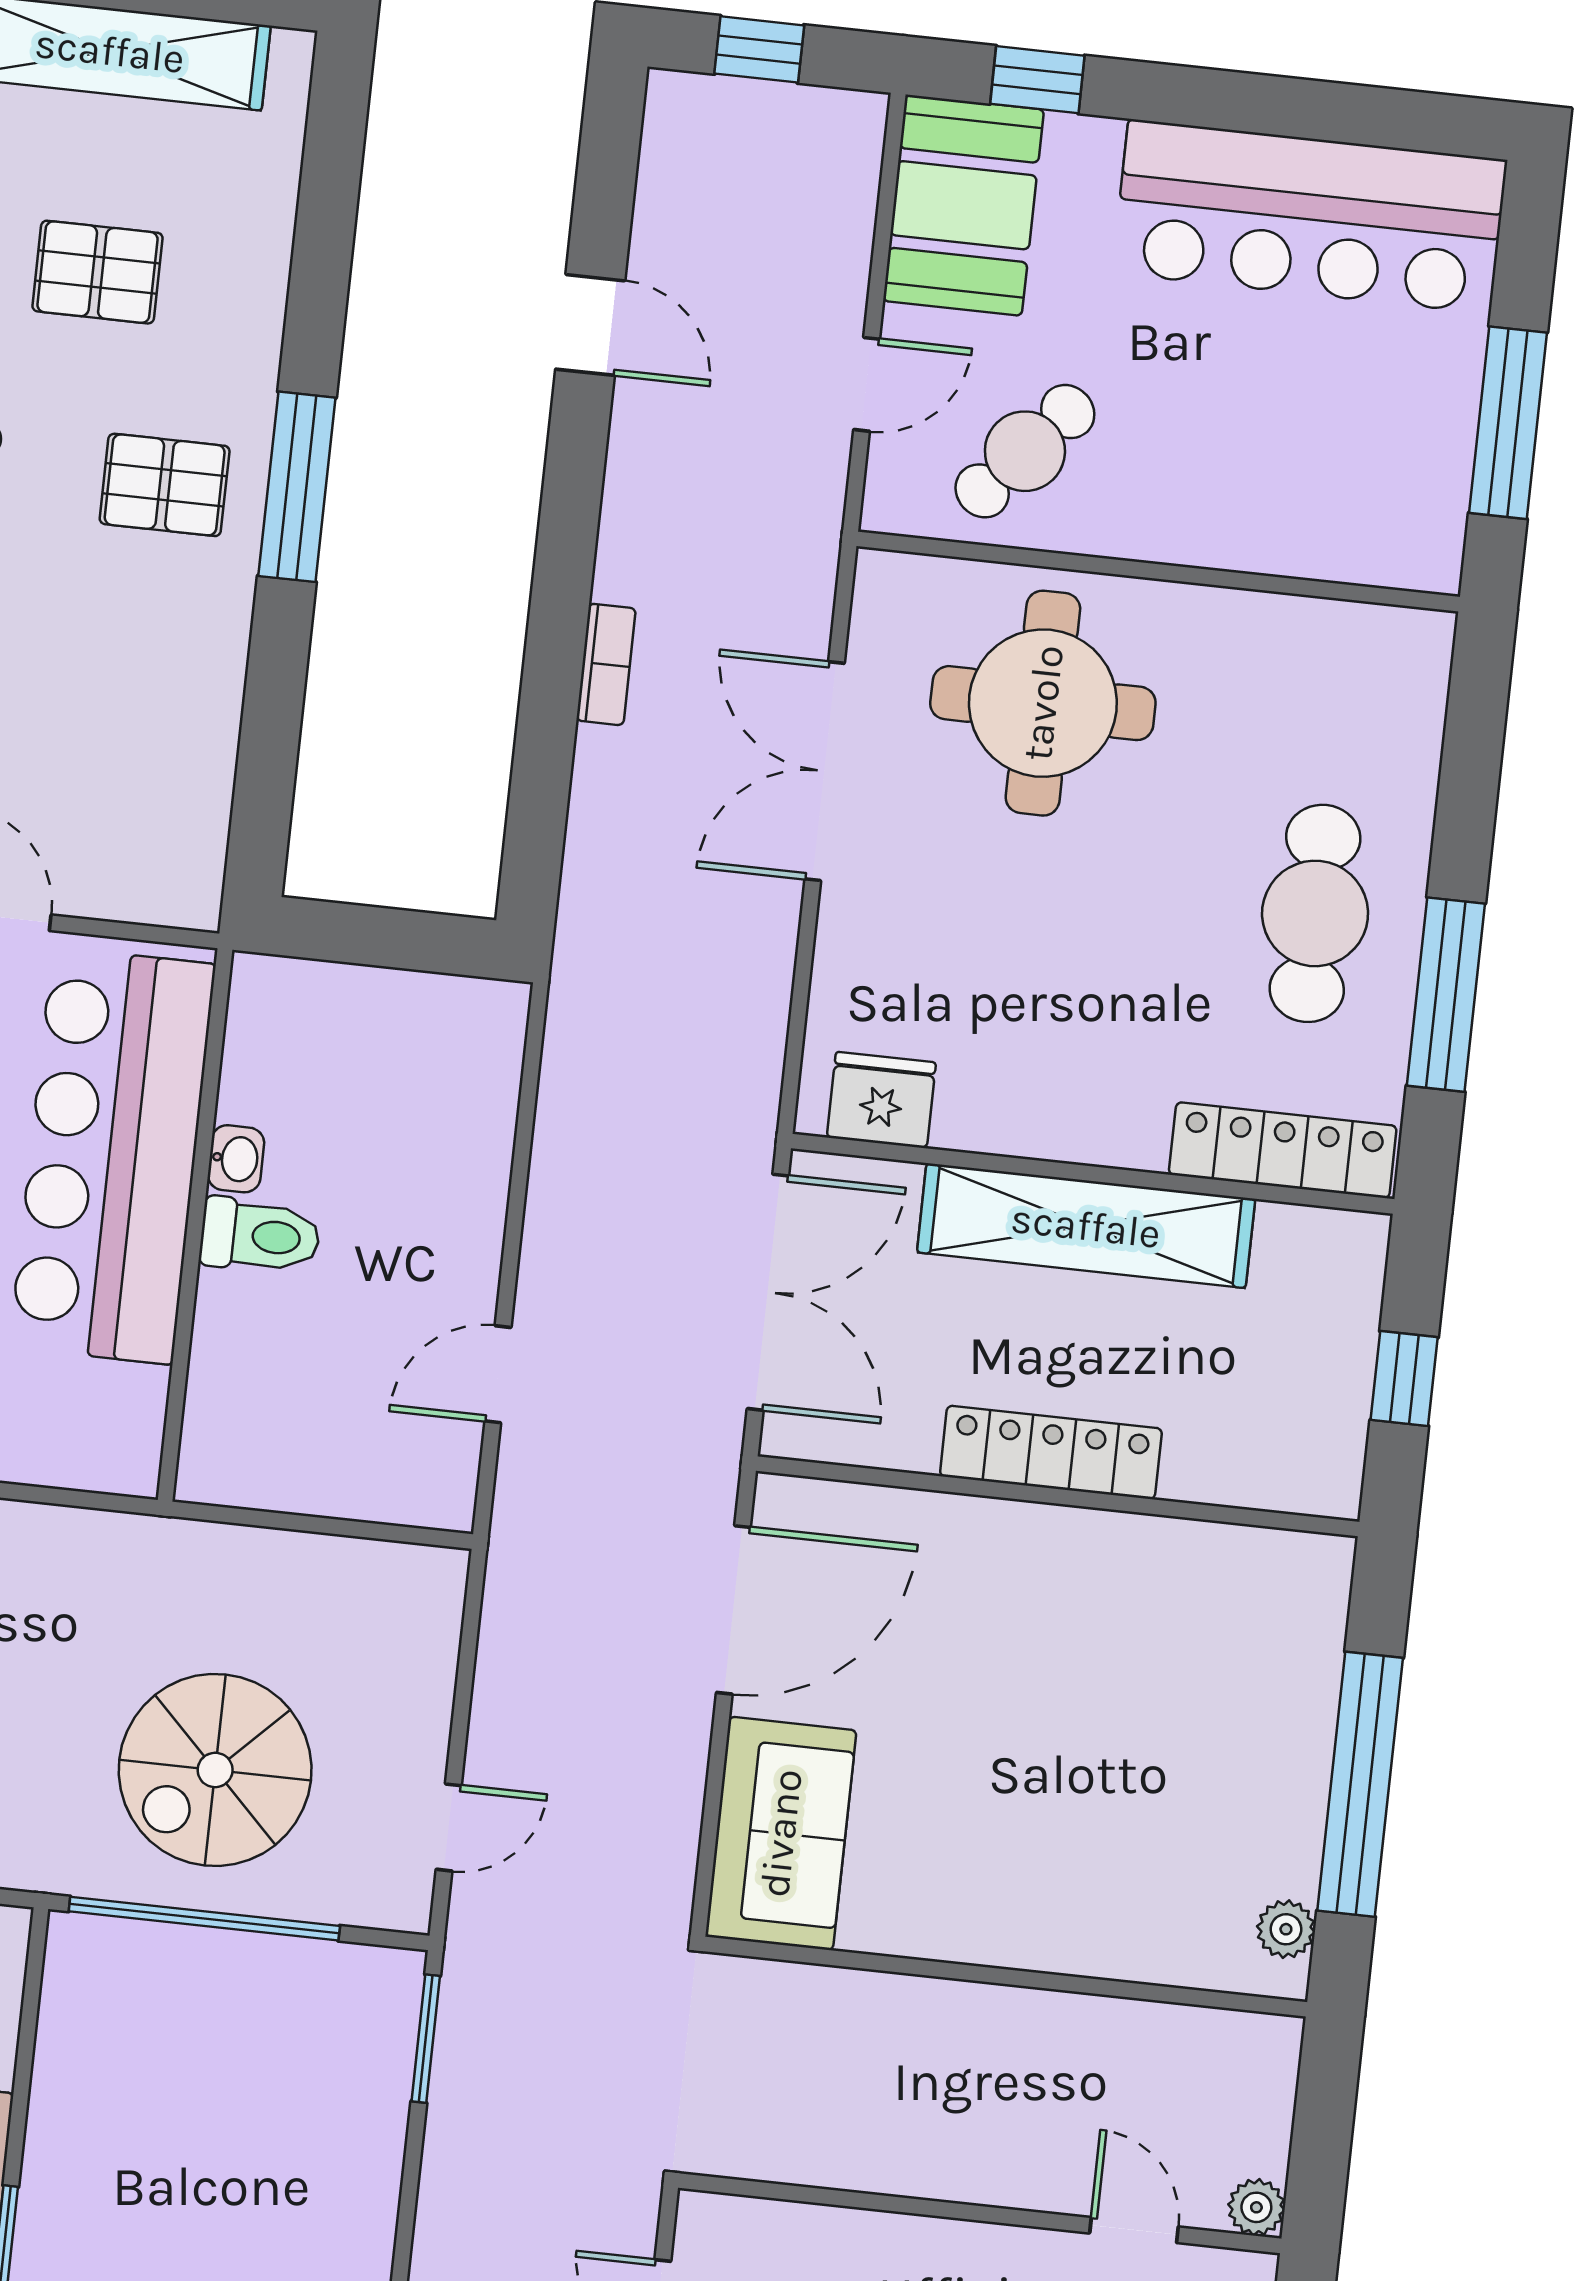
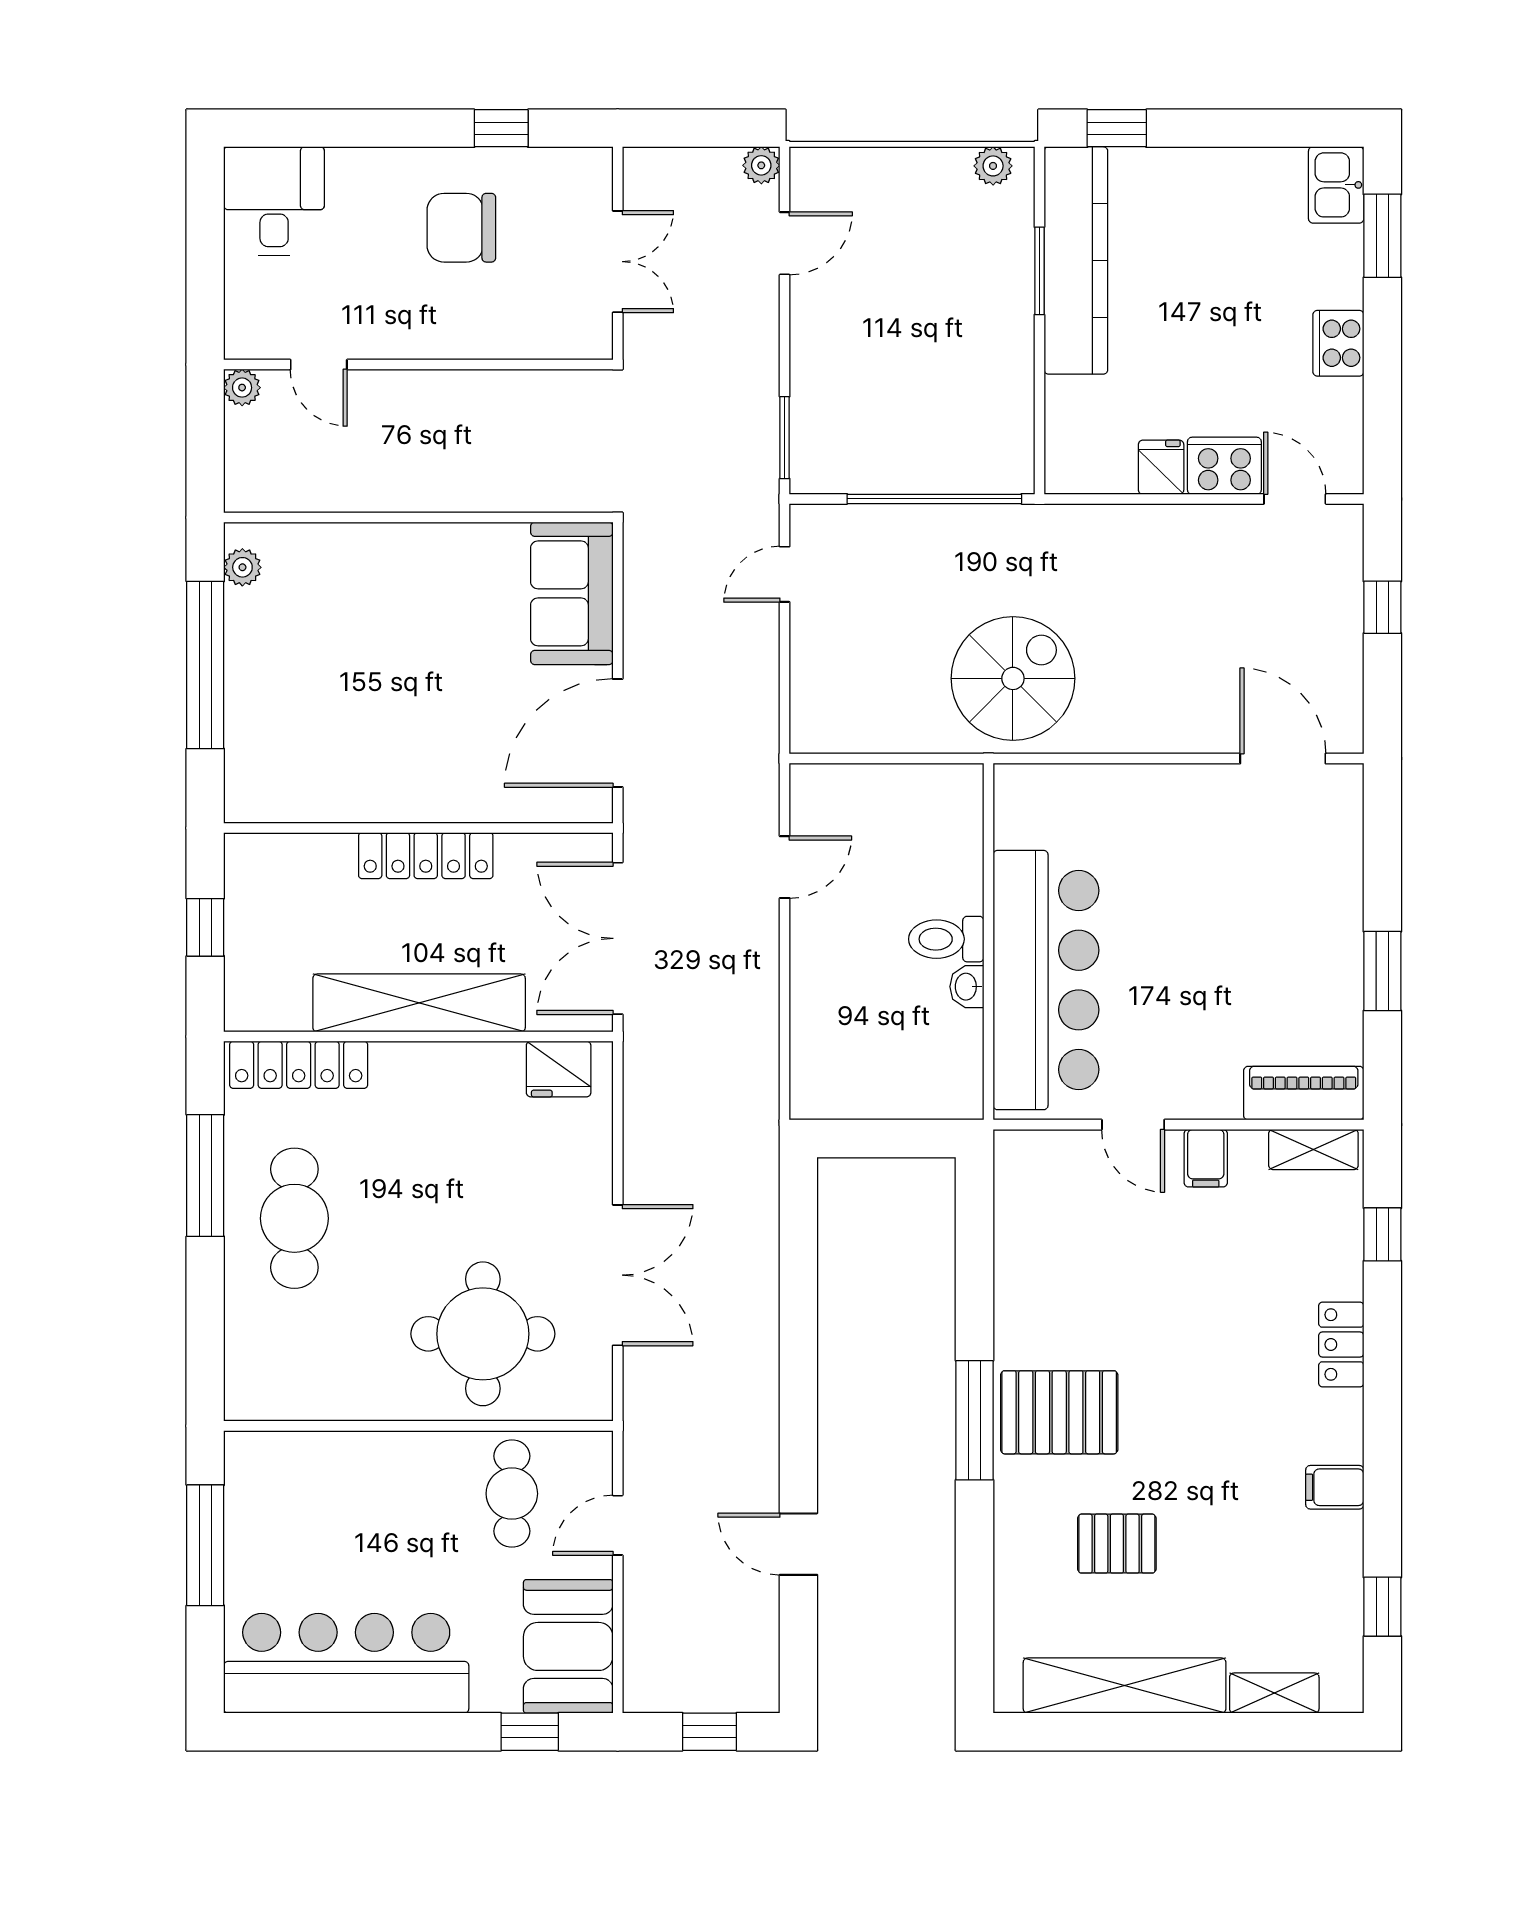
cafe table: (1025, 451) -> (512, 1494), turned -41
pallet: (165, 485) -> (1059, 1412), width x1.50, depth x1.42
bookcase: (606, 664) -> (765, 1328), removed
spiral stairs: (215, 1770) -> (1013, 678), moved

